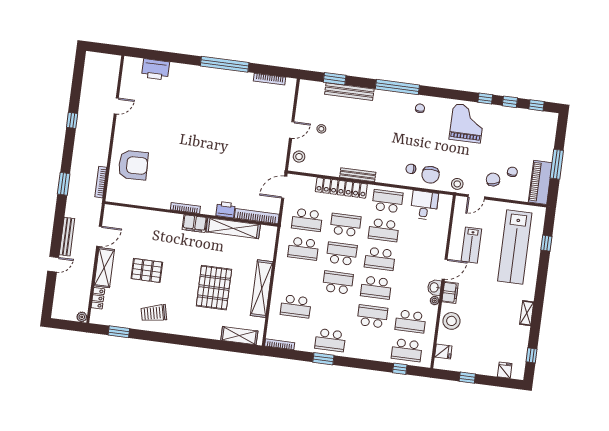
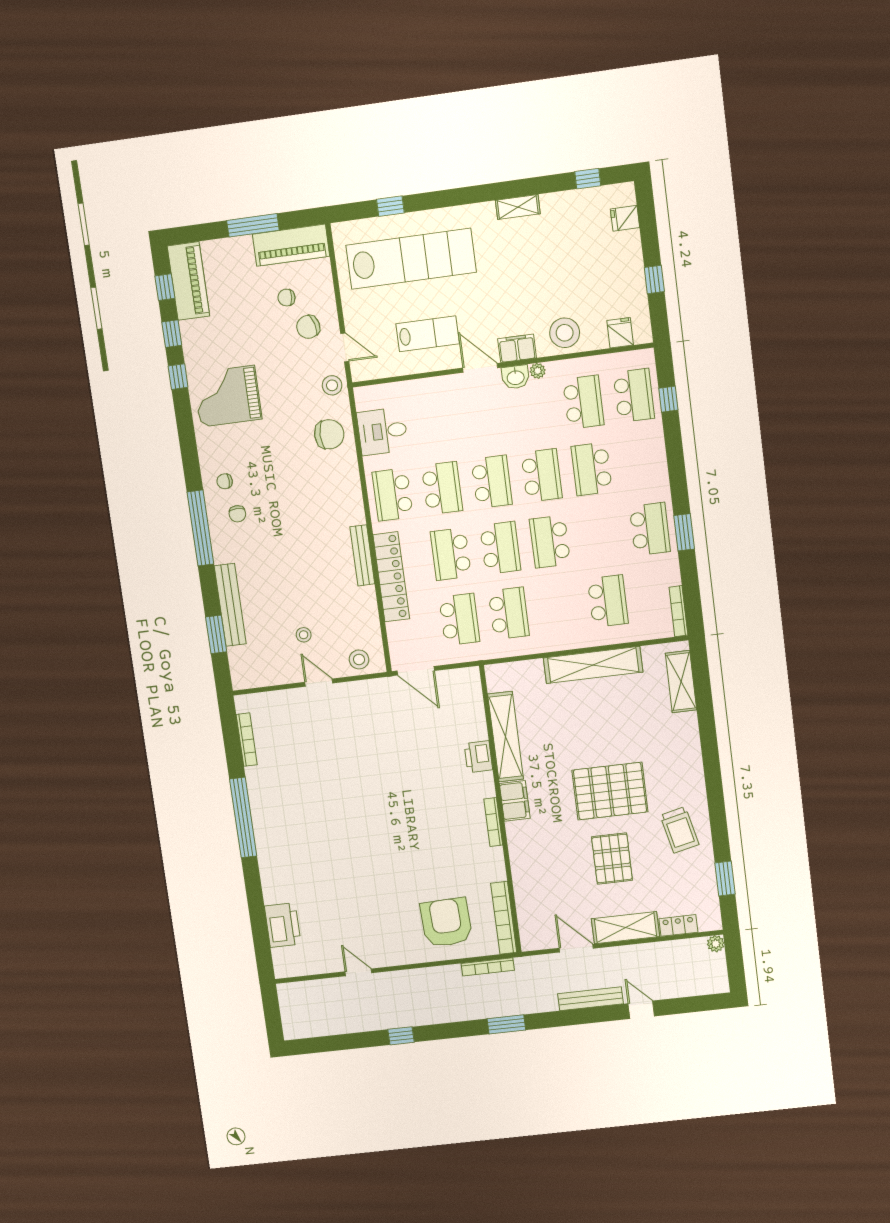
piano: (536, 120) -> (188, 281), added
chair: (411, 169) -> (237, 514), moved
bookcase: (257, 216) -> (504, 918), moved
school desk: (342, 254) -> (500, 548), turned 180
pallet: (214, 288) -> (610, 791), moved

